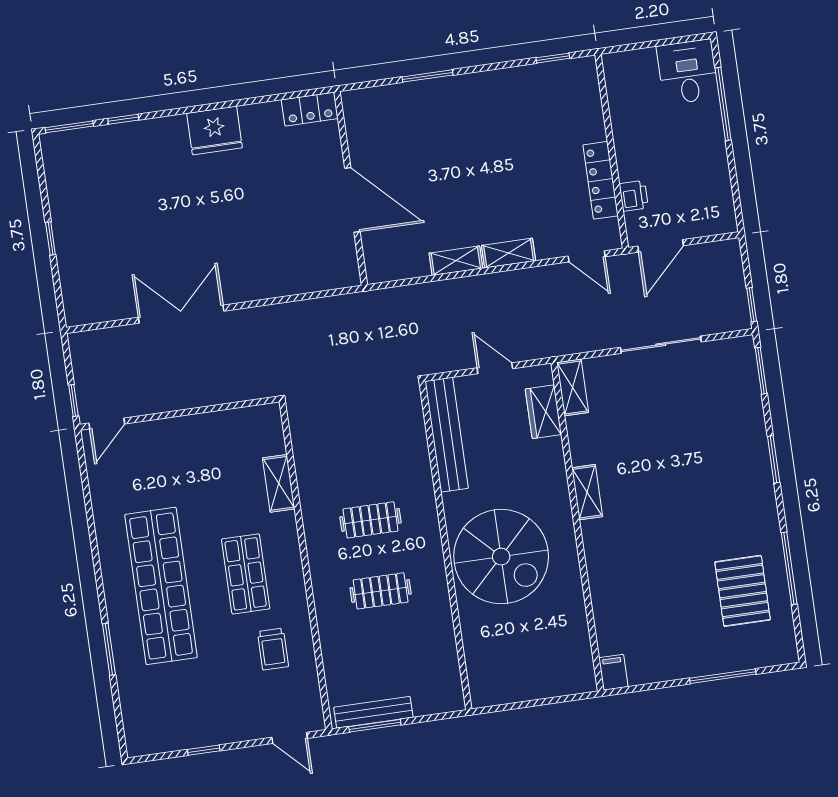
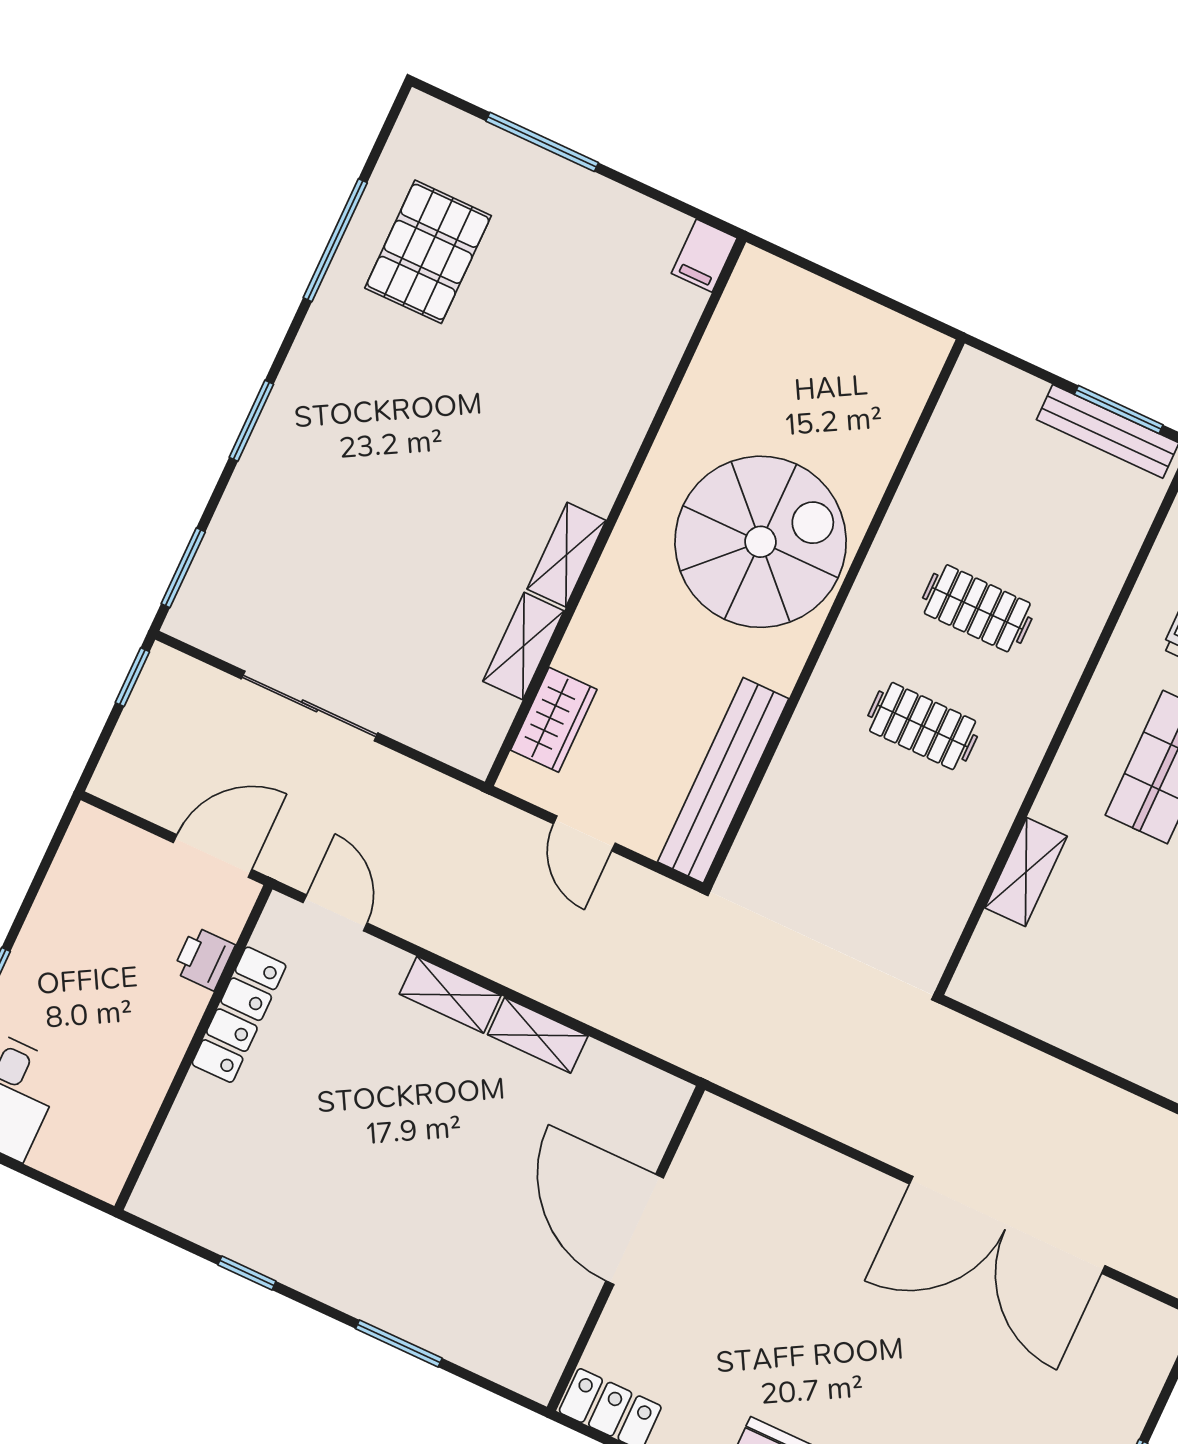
window: (553, 58) -> (247, 1273), moved
double door: (181, 314) -> (1007, 1225), width x1.36
shelving: (573, 387) -> (523, 646), moved
spiral stairs: (501, 557) -> (761, 542), turned 90

